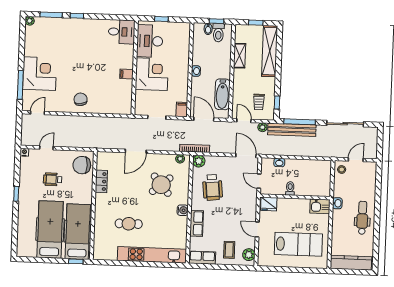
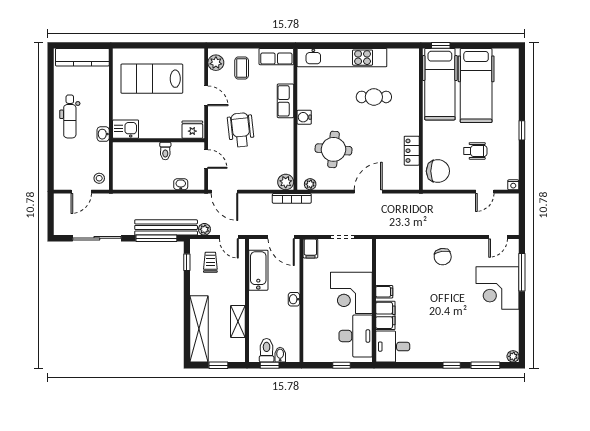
filing cabinet: (126, 56) -> (385, 315), added
round table: (161, 185) -> (334, 149), turned 45
wheelchair: (212, 187) -> (241, 130), moved

